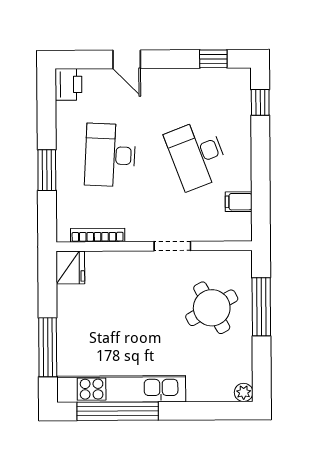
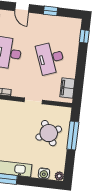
window: (213, 59) -> (50, 11), moved
filing cabinet: (239, 202) -> (67, 88), width x2.00
water cooler: (212, 391) -> (44, 173), added

